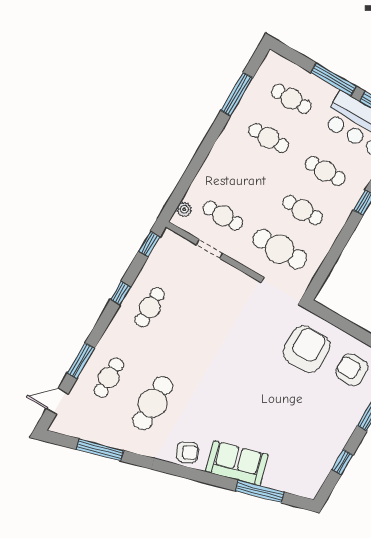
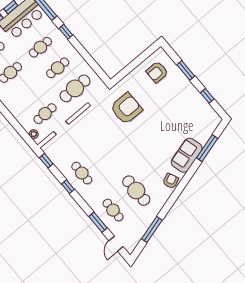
armchair: (306, 349) -> (126, 109), moved, turned 90

